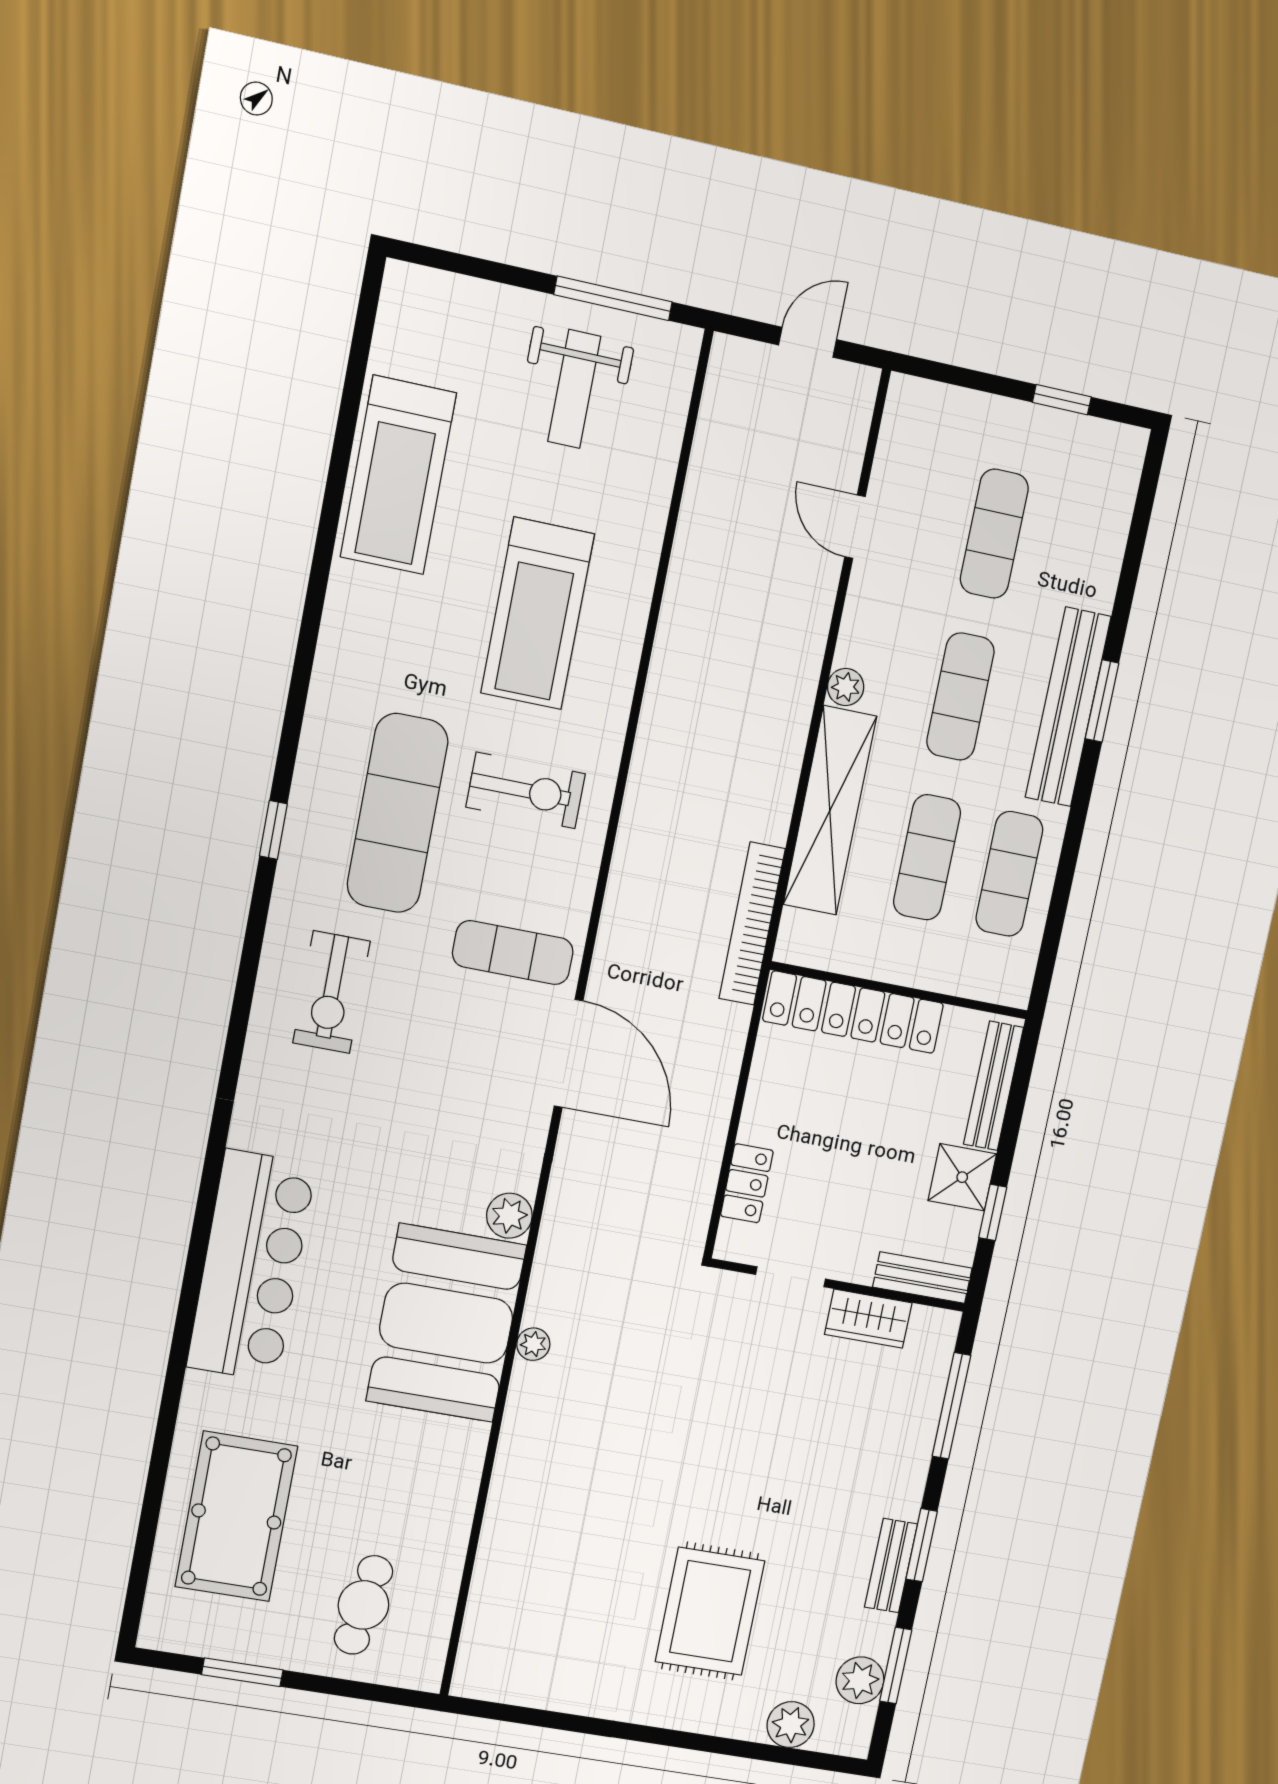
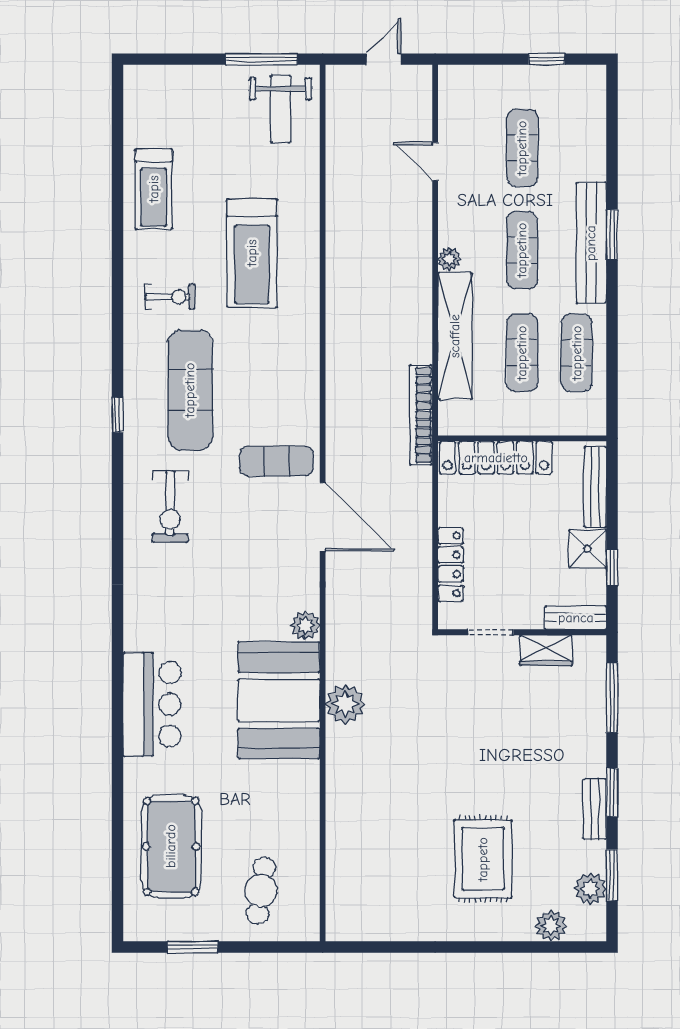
weight bench: (574, 389) -> (280, 109), moved
treadmill: (398, 475) -> (154, 189), width x0.73, depth x0.73
exercise bike: (526, 790) -> (170, 297), moved, width x0.73, depth x0.72
locker: (747, 1183) -> (451, 564), width x1.53
bar counter: (251, 1266) -> (152, 704), width x0.73
plant: (533, 1344) -> (345, 704), width x1.87, depth x1.87

